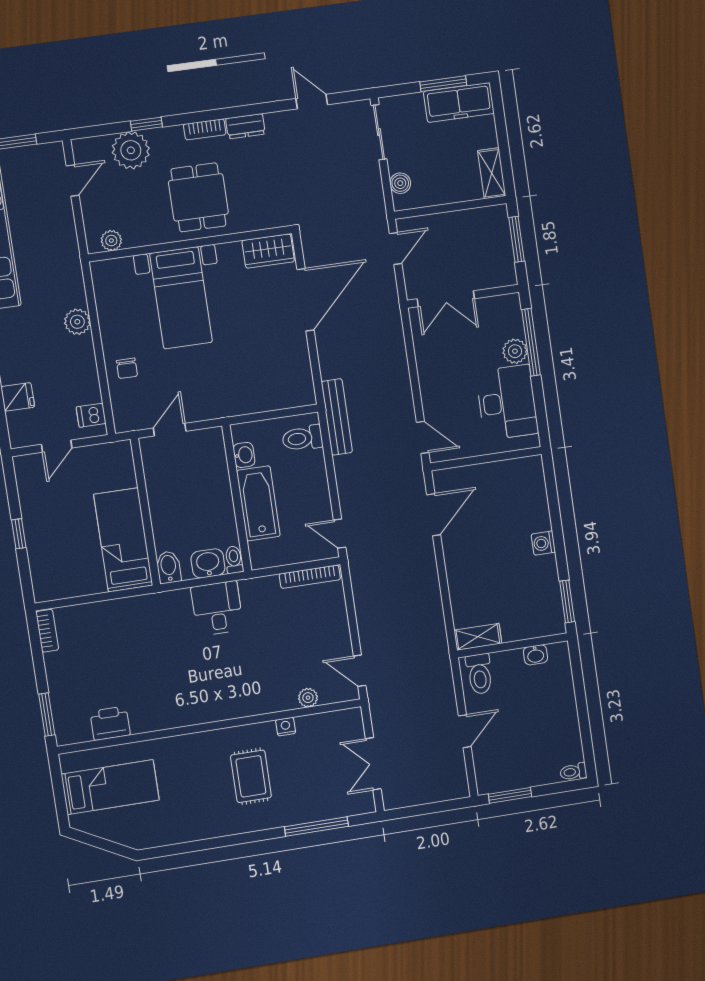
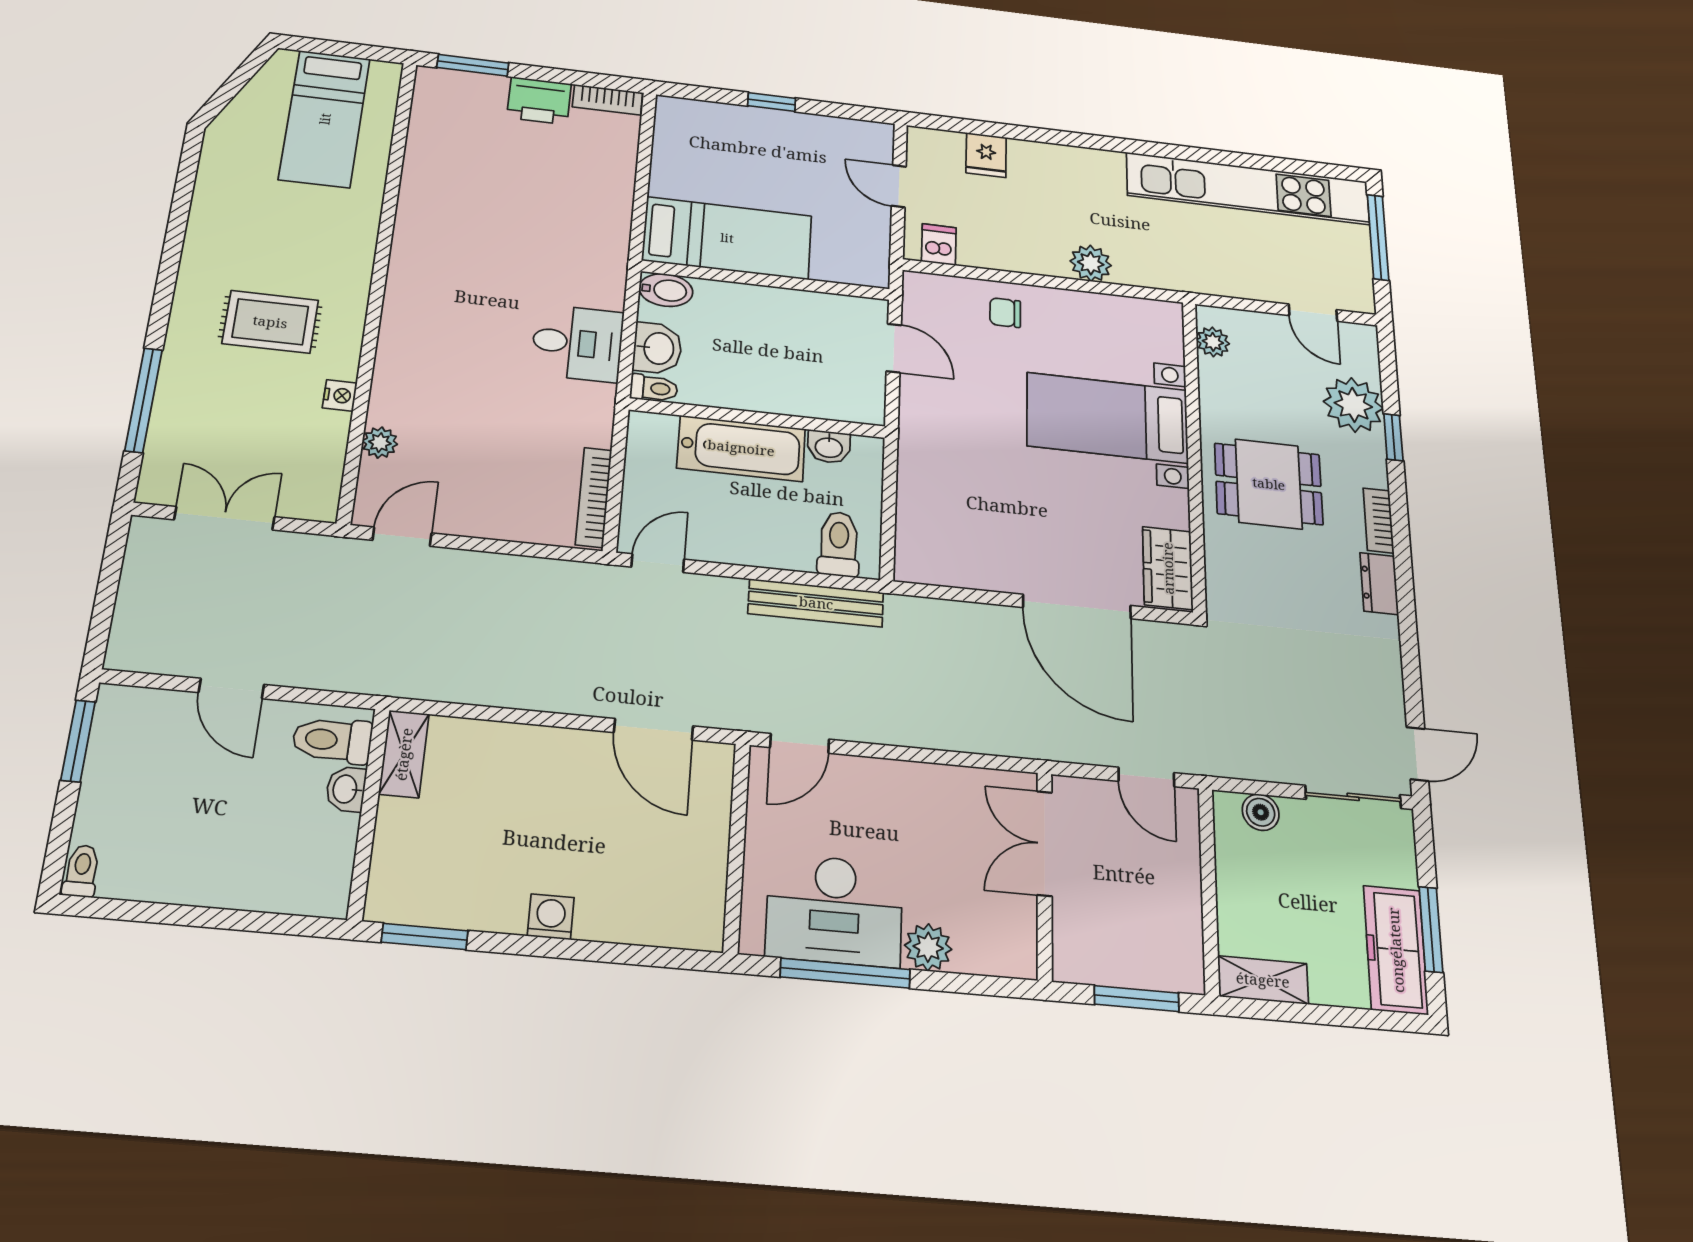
door: (312, 102) -> (1417, 754), moved
window: (531, 342) -> (845, 973), moved
bench: (337, 417) -> (816, 603), moved
washbasin: (535, 655) -> (346, 789), moved
printer: (110, 723) -> (539, 101), moved, turned 90

